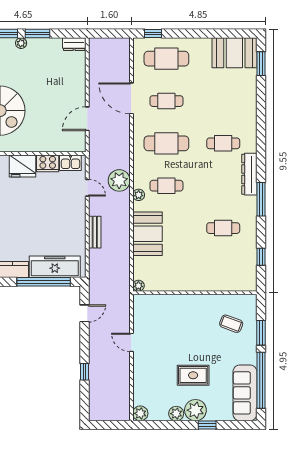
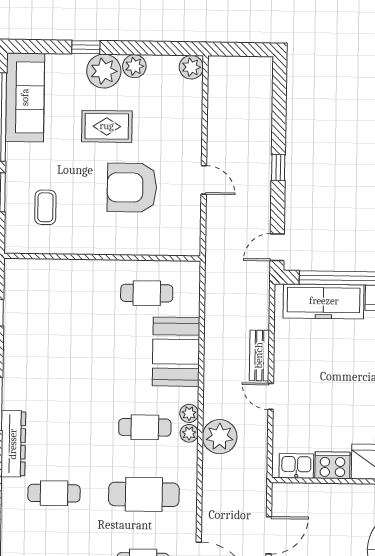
door: (87, 188) -> (271, 396), moved
cafe table: (223, 228) -> (147, 293), moved
plant: (138, 286) -> (189, 433), moved
door: (85, 313) -> (277, 247), moved
coffee table: (231, 324) -> (45, 207), turned 70
armchair: (177, 337) -> (132, 188), added
window: (85, 372) -> (278, 168), moved

